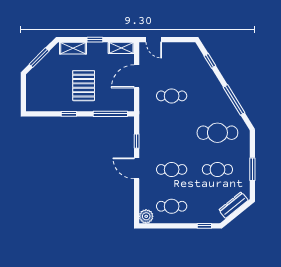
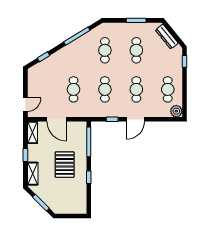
pallet: (84, 86) -> (65, 165), turned 90
cafe table: (172, 133) -> (105, 89), added
cafe table: (217, 133) -> (105, 50), width x0.73, depth x0.74

